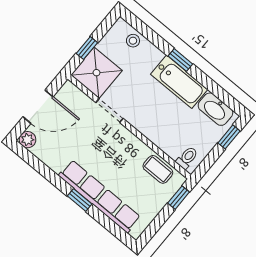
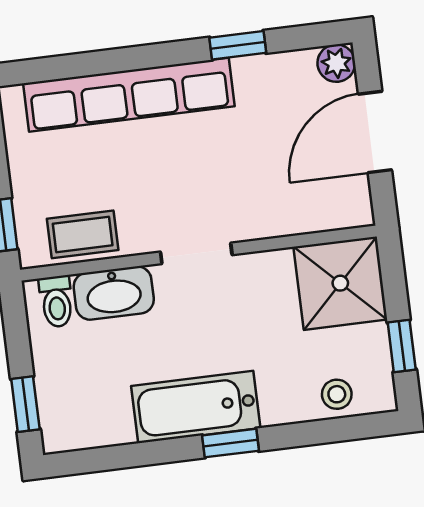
window: (87, 48) -> (402, 346), moved
washbasin: (215, 109) -> (114, 293), moved, turned 180
doorway: (110, 111) -> (196, 253), moved
window: (80, 200) -> (238, 45), moved

